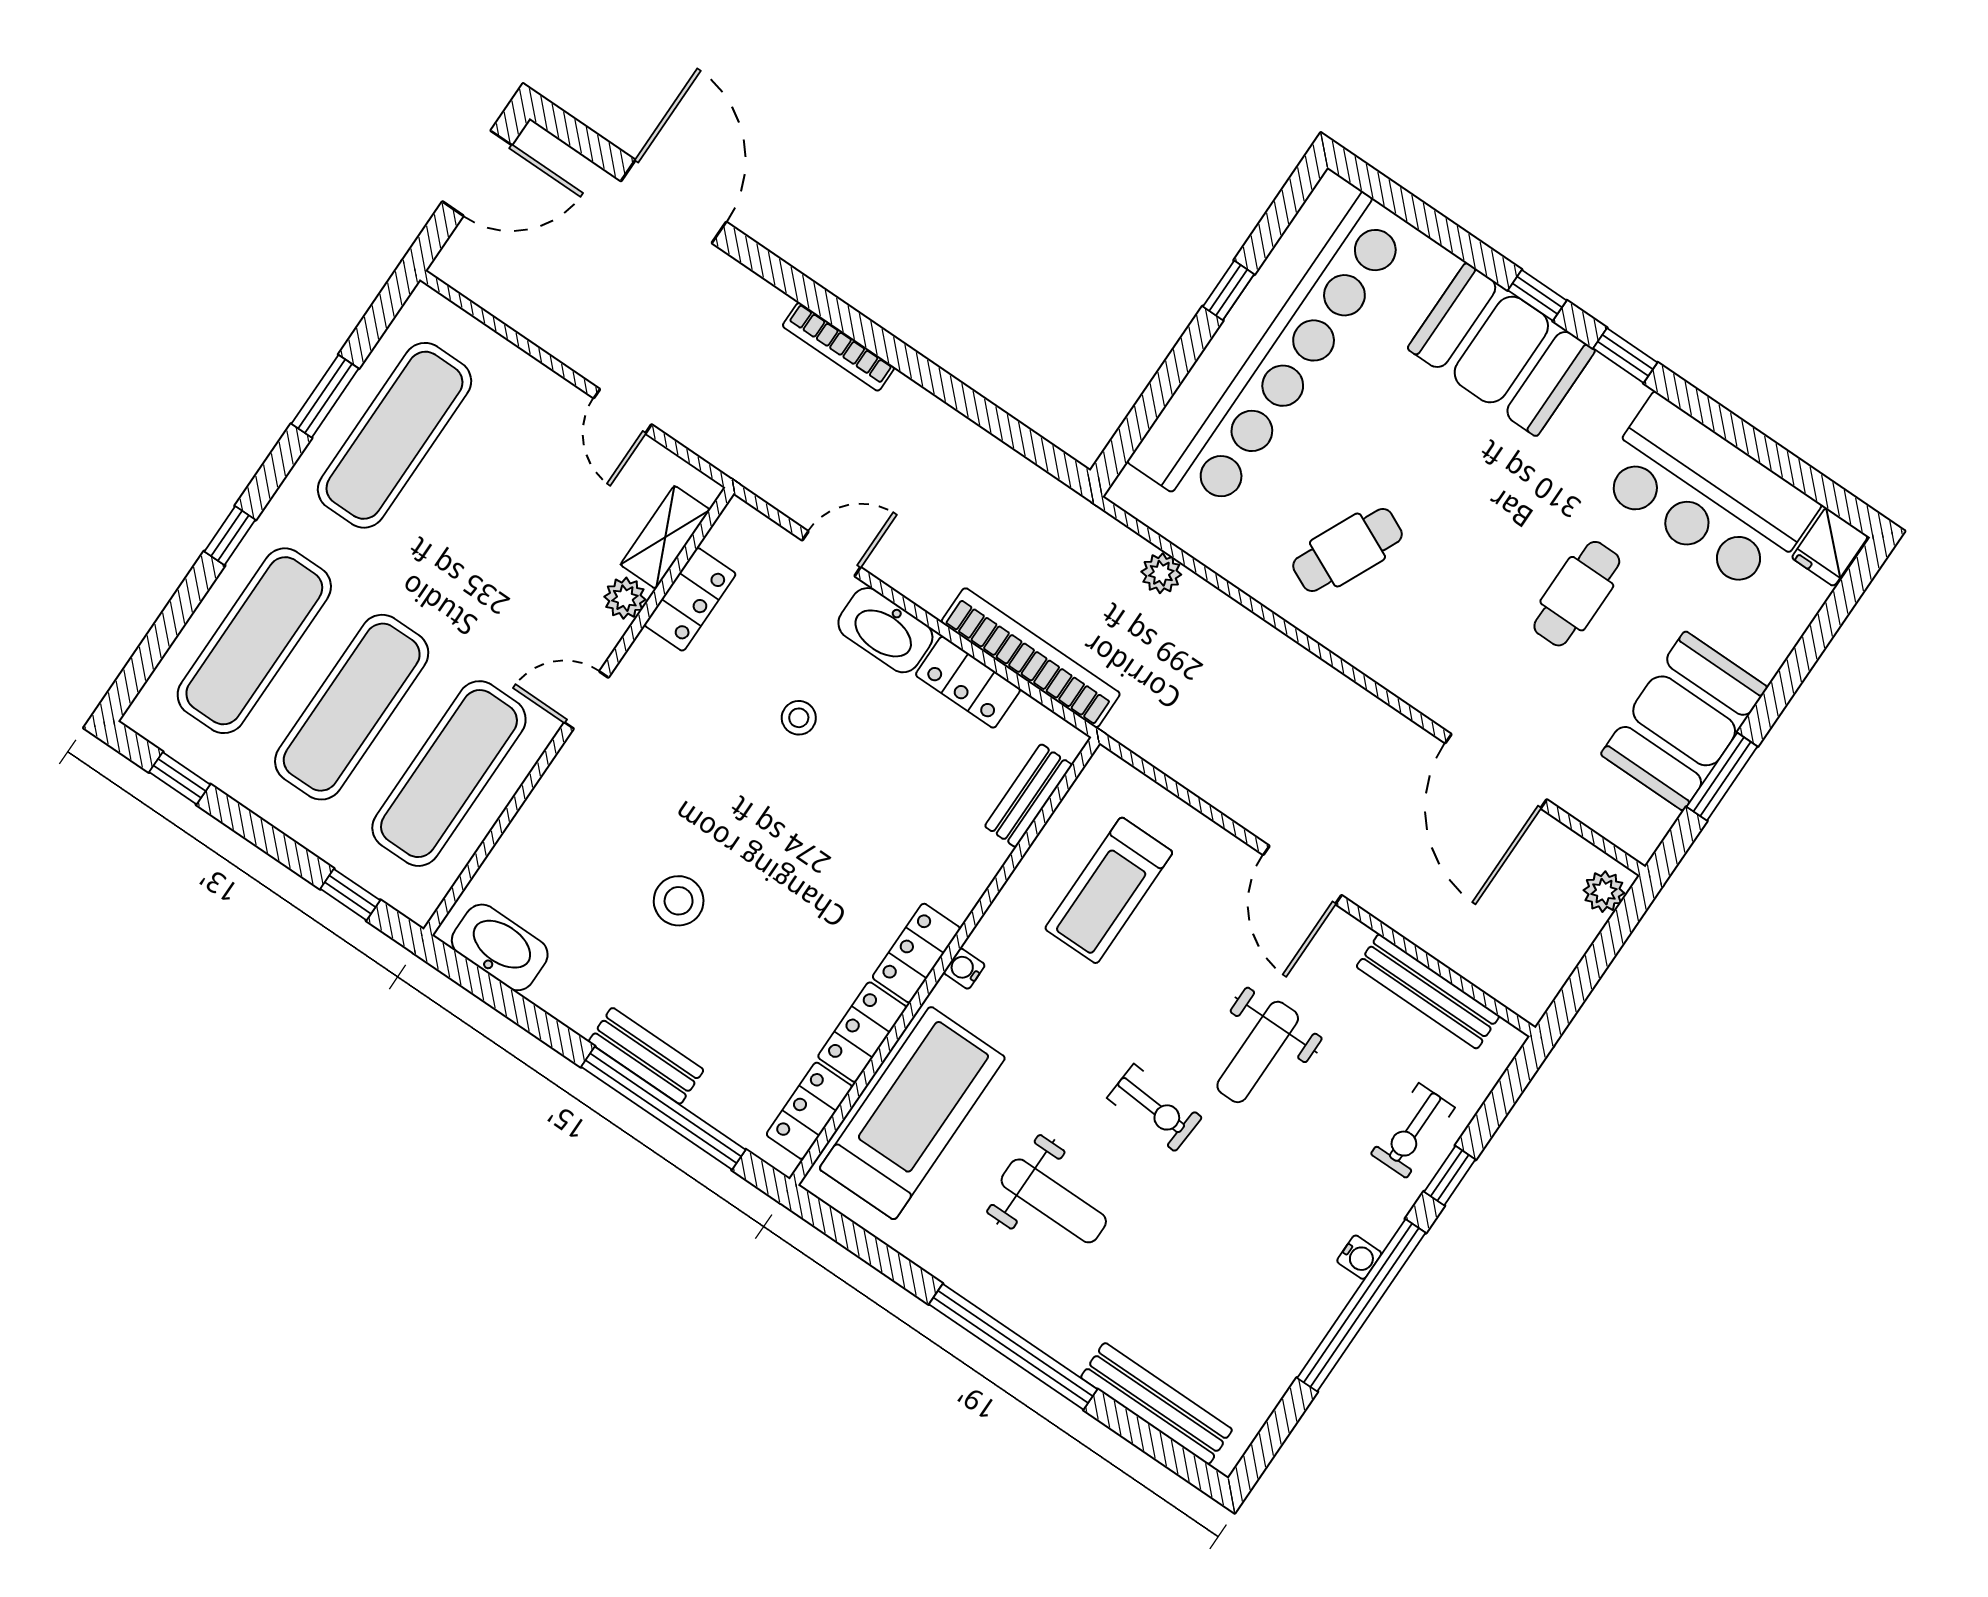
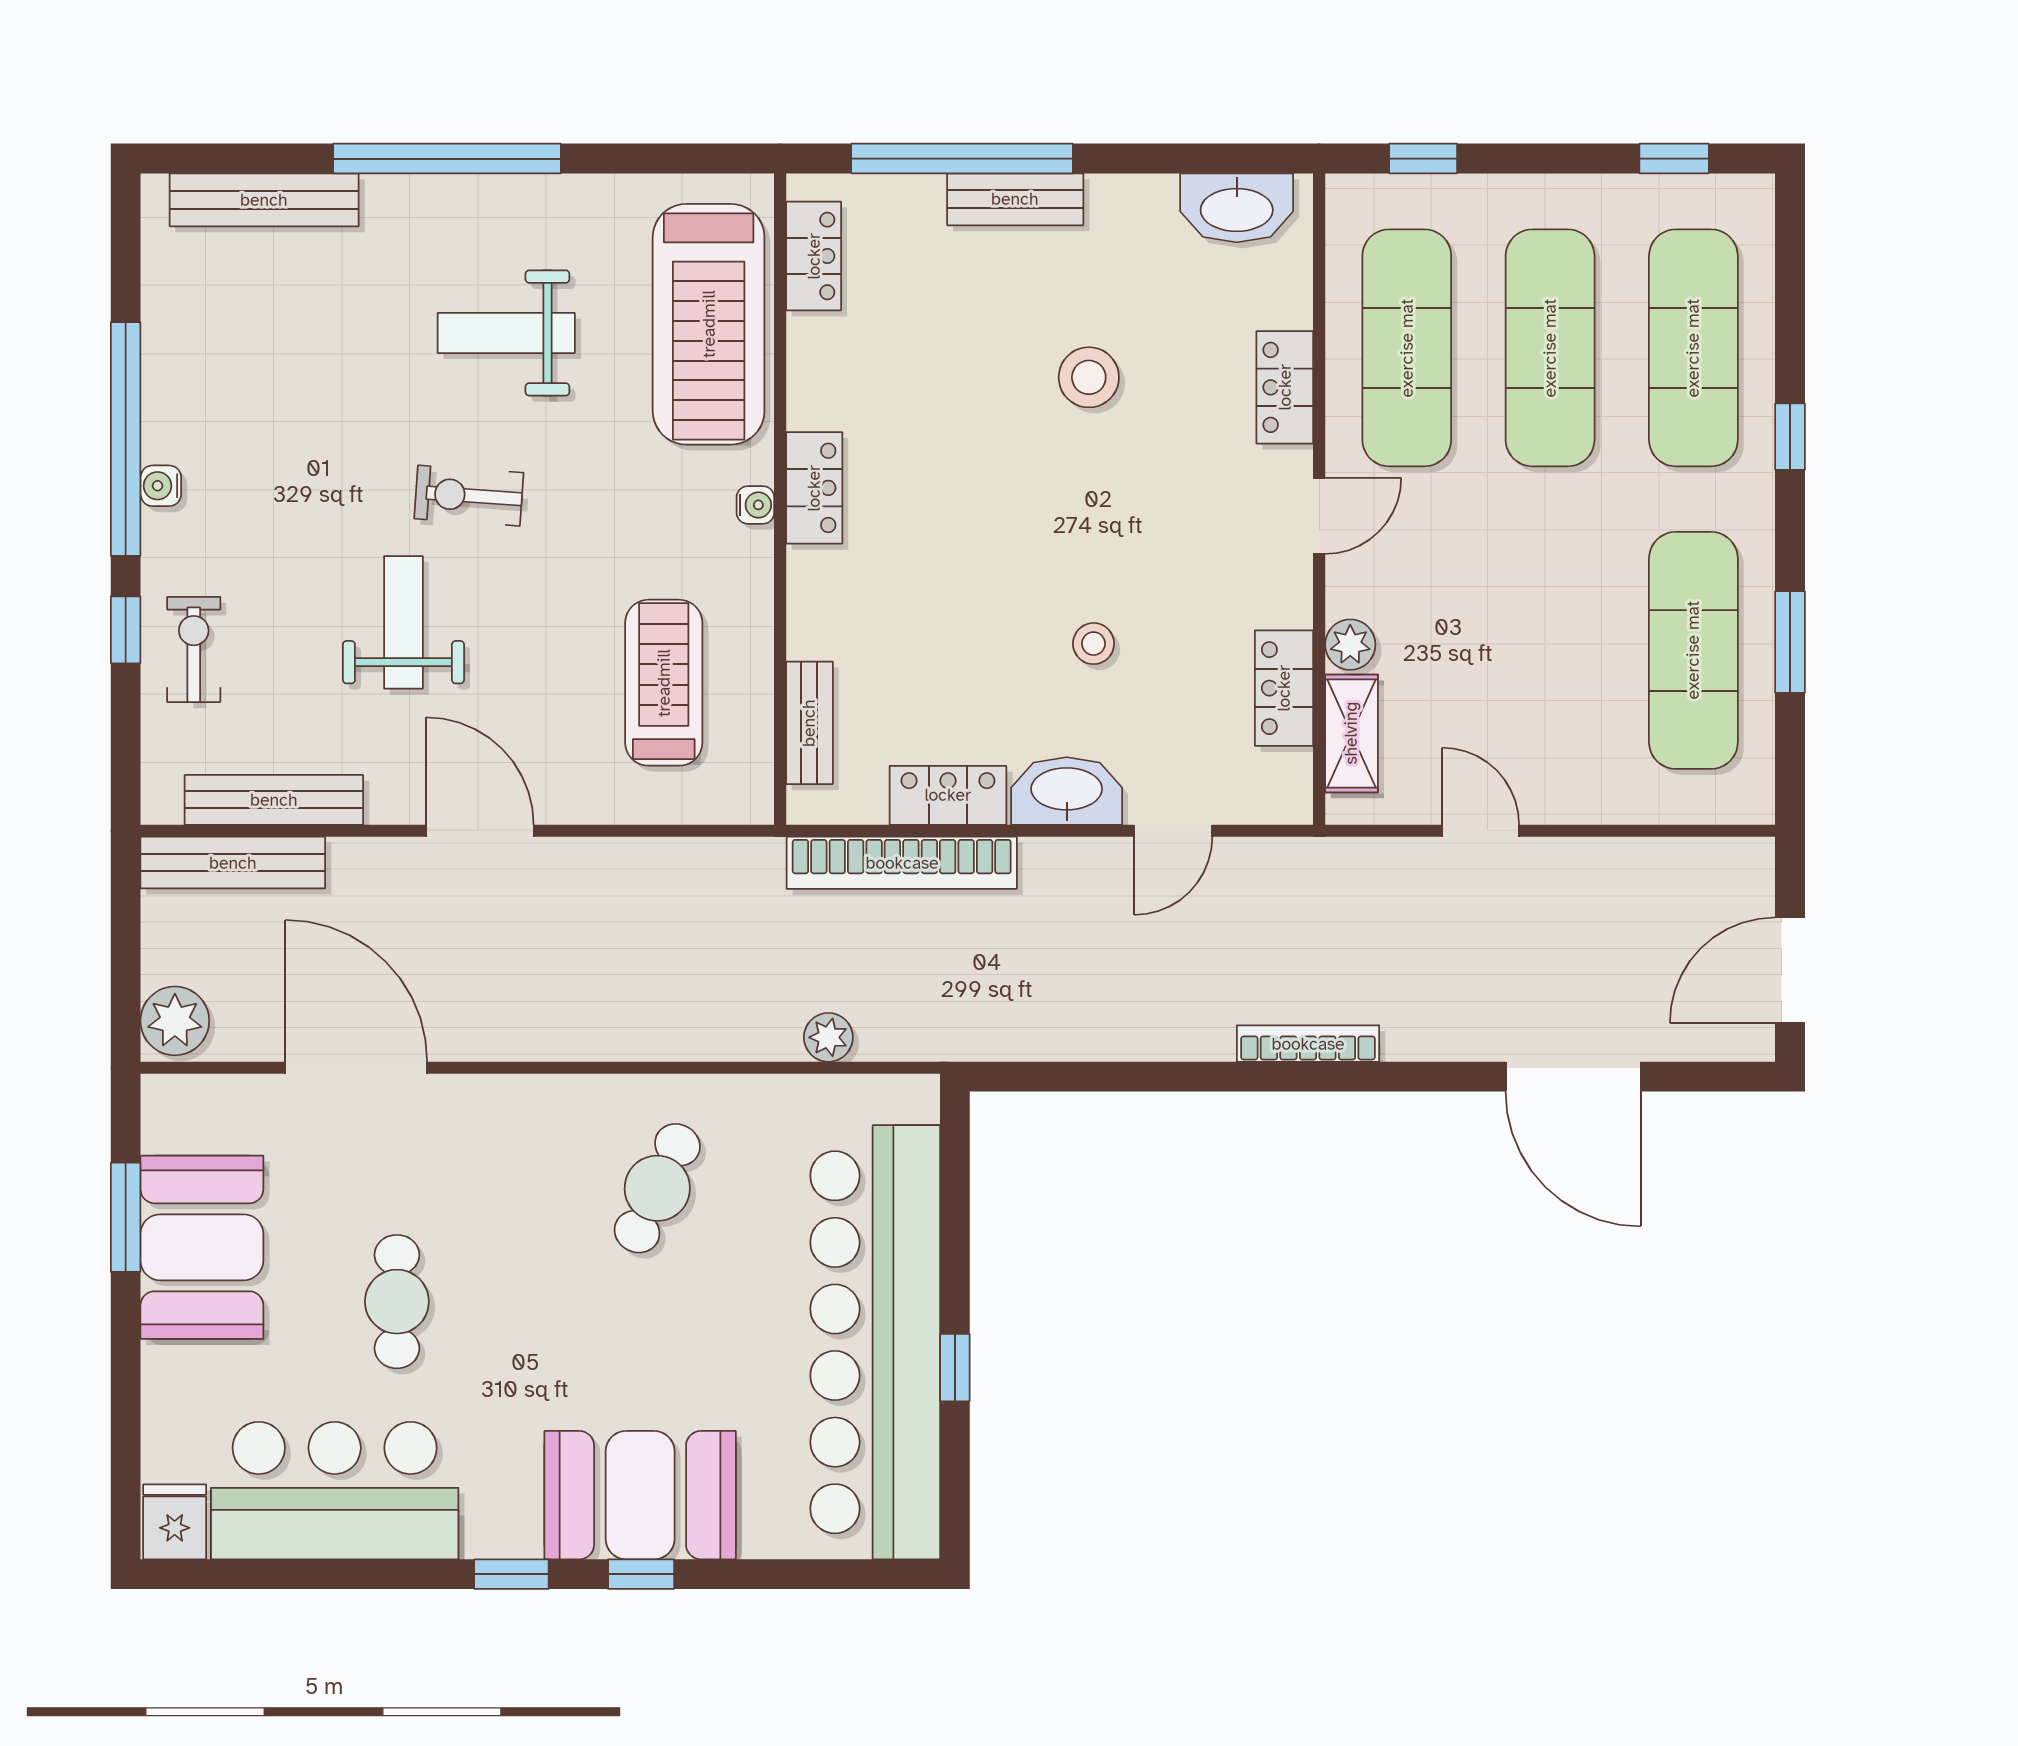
plant: (1604, 892) -> (175, 1021), width x1.38, depth x1.38
bench: (1485, 968) -> (233, 863), added
locker: (862, 1032) -> (1285, 387), moved, turned 180

